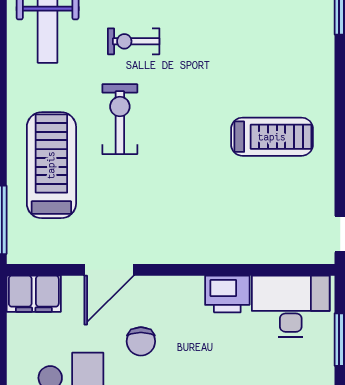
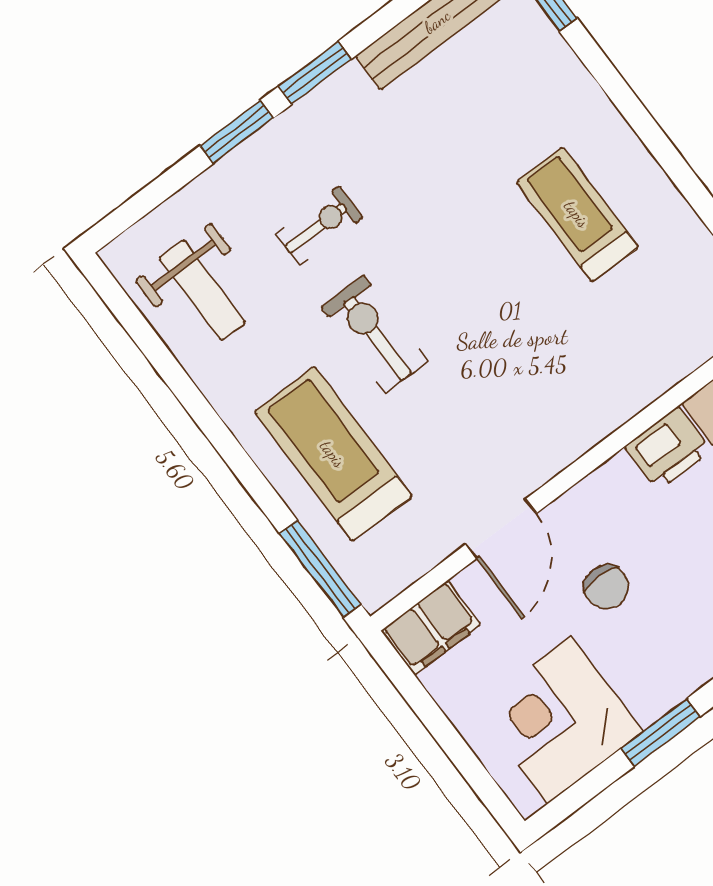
exercise bike: (134, 41) -> (319, 226), turned 180
treadmill: (272, 137) -> (577, 214), turned -90

